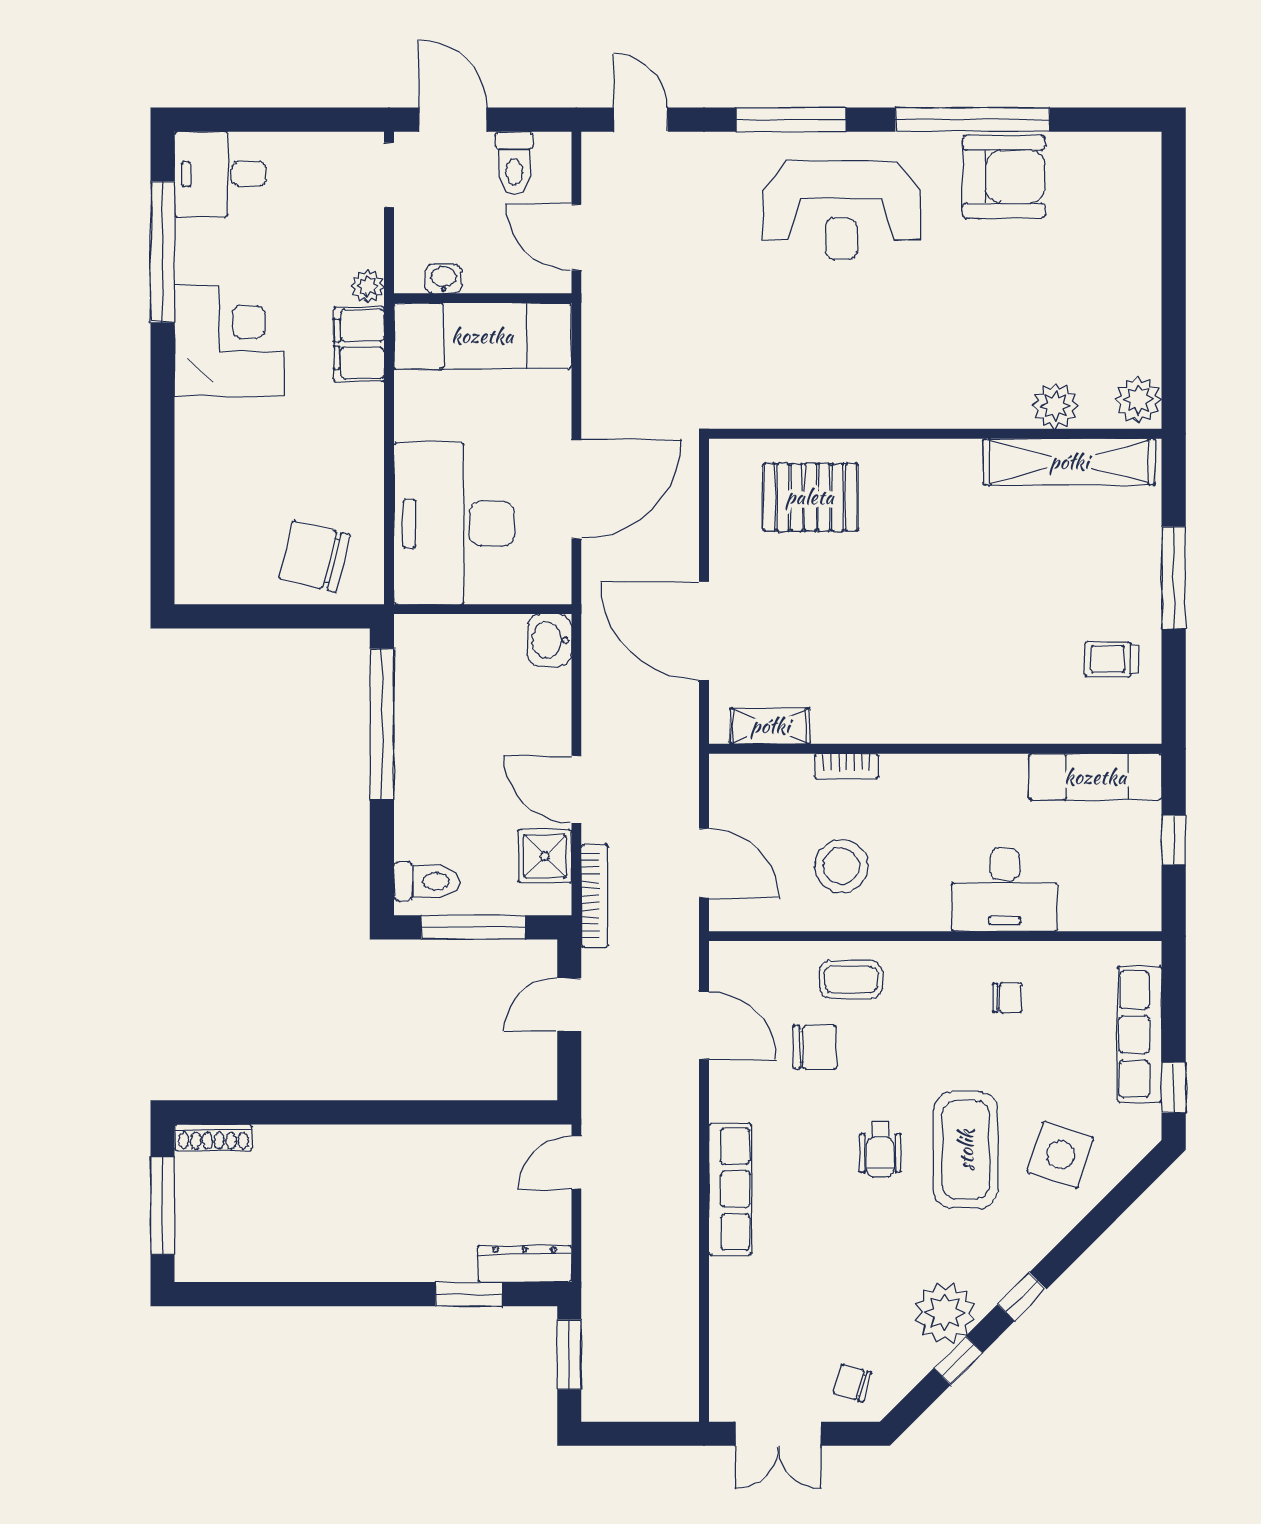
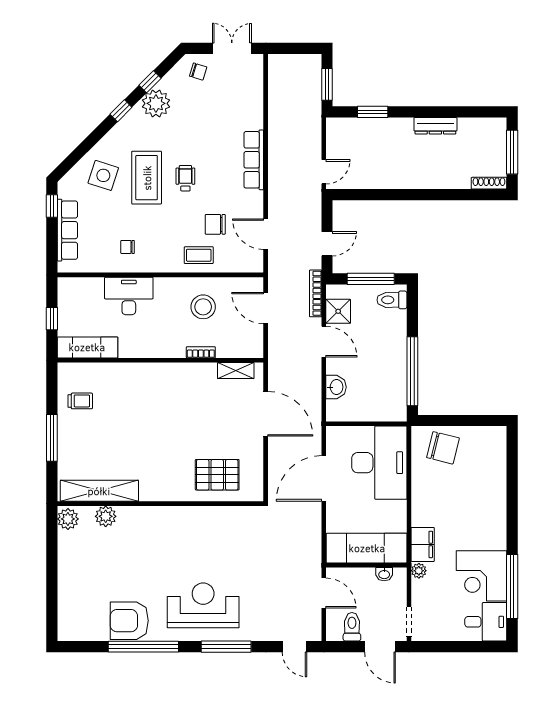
corner desk: (230, 341) -> (481, 576), moved
washbasin: (550, 640) -> (336, 387), moved
dresser: (525, 1264) -> (435, 126), moved

